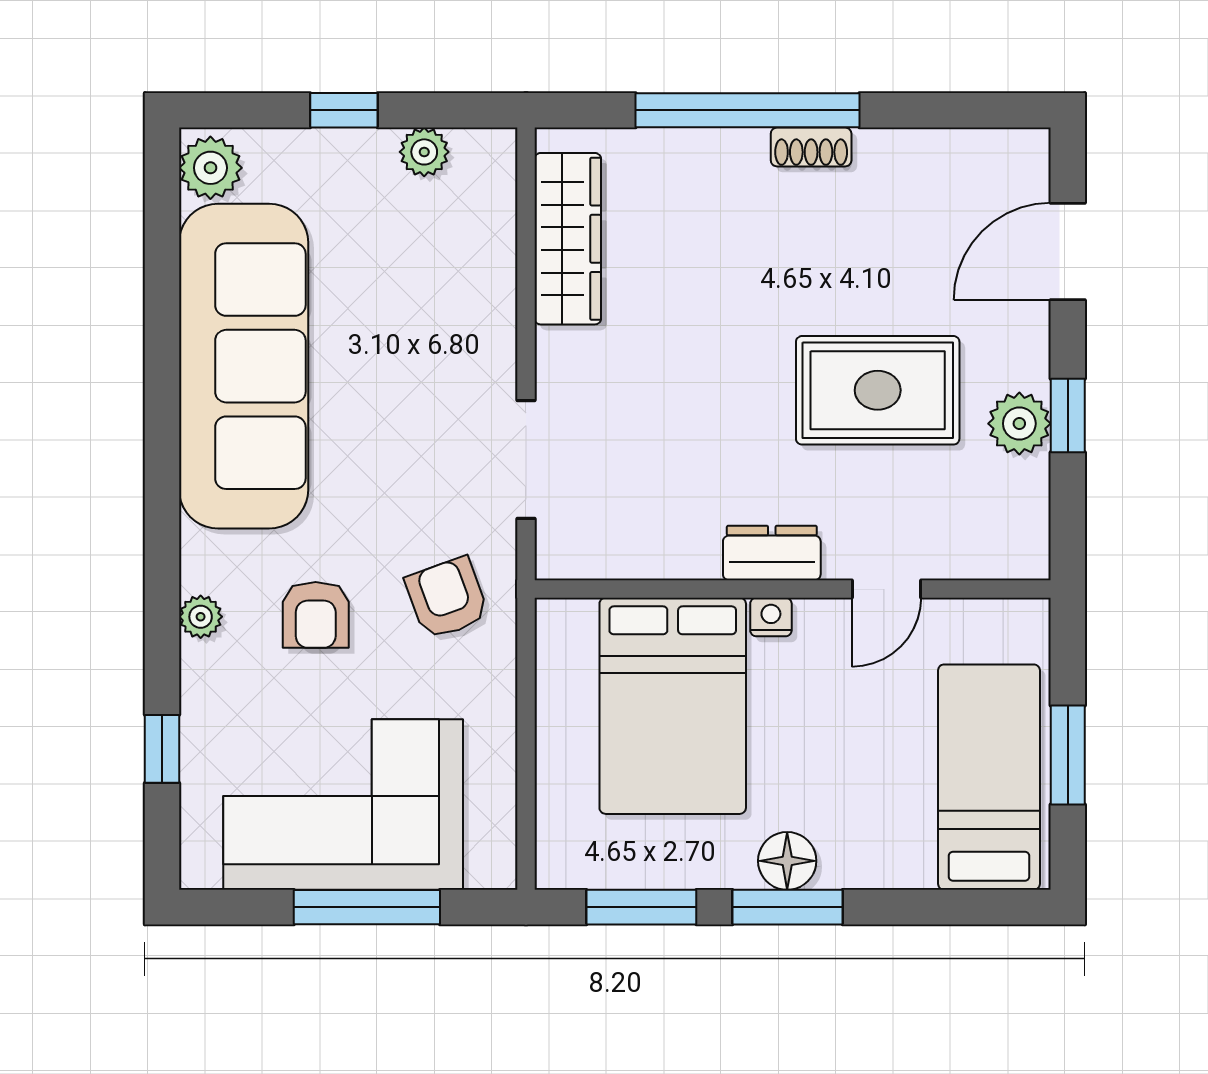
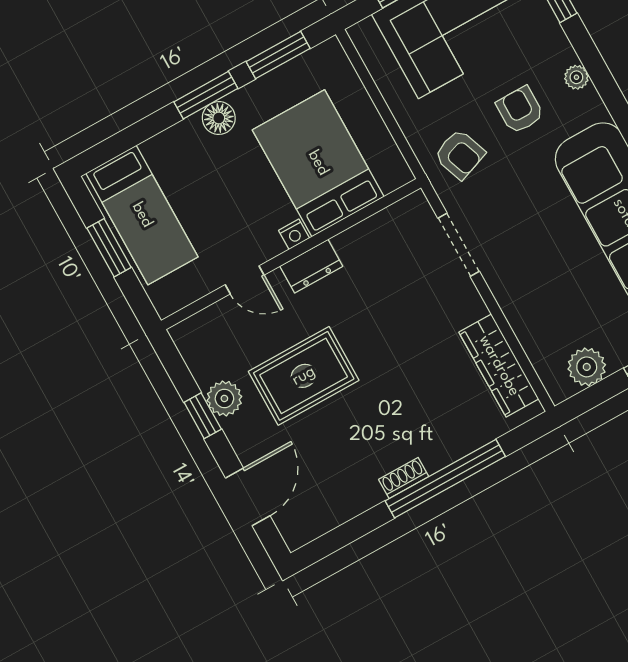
plant: (424, 152) -> (587, 367), width x1.38, depth x1.38
door: (886, 589) -> (245, 280), swing flipped

